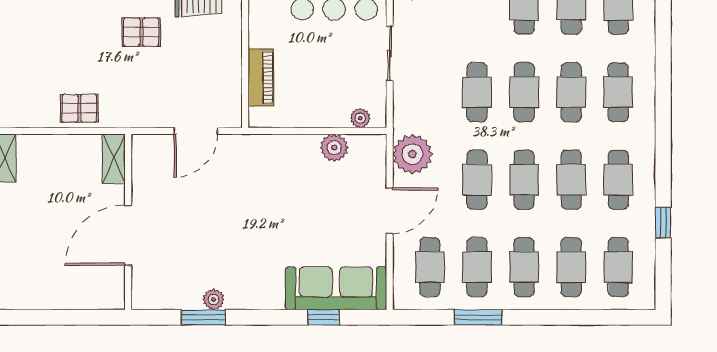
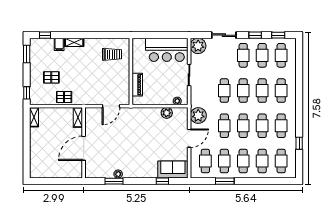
pallet: (141, 32) -> (51, 77), moved
sofa: (336, 288) -> (173, 170), width x0.73

